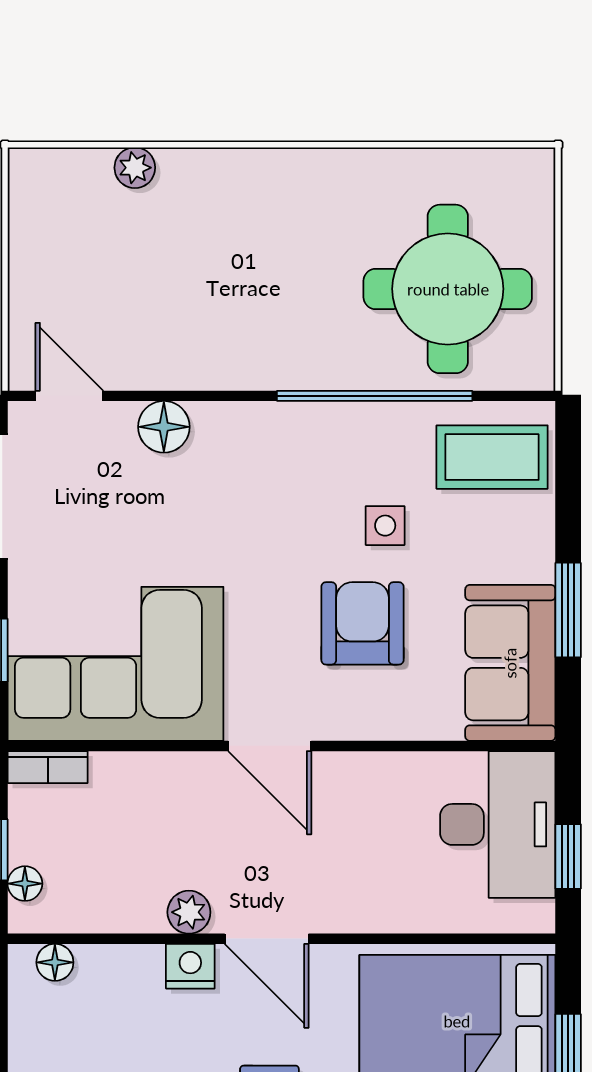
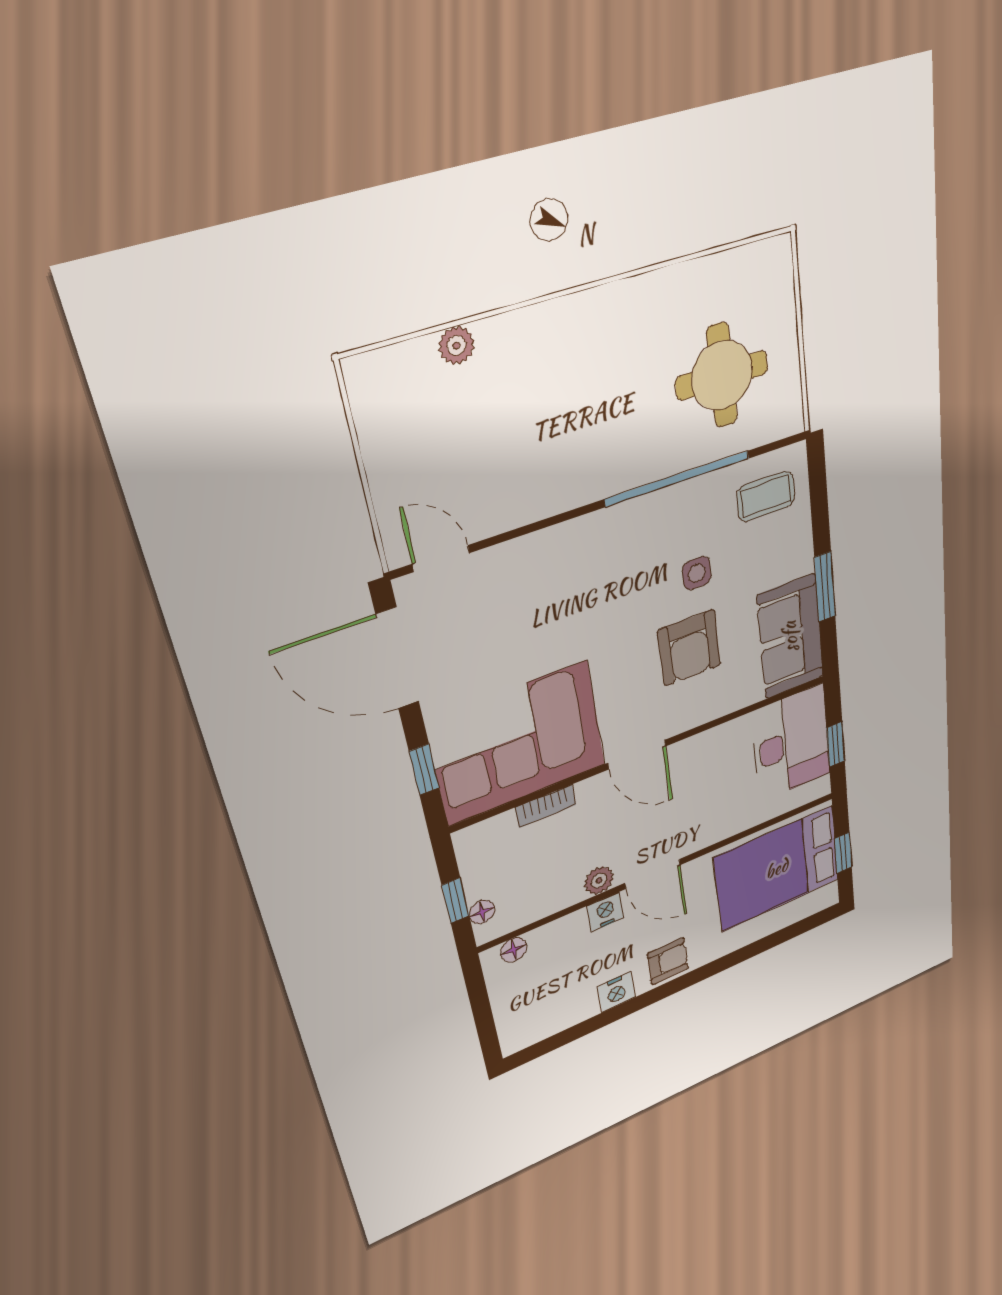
round table: (448, 289) -> (722, 375), width x0.73, depth x0.73
floor lamp: (164, 427) -> (522, 557), removed
coffee table: (492, 457) -> (766, 496), width x0.73, depth x0.77
armchair: (362, 623) -> (689, 648), turned 180
bookcase: (48, 767) -> (546, 806), moved

